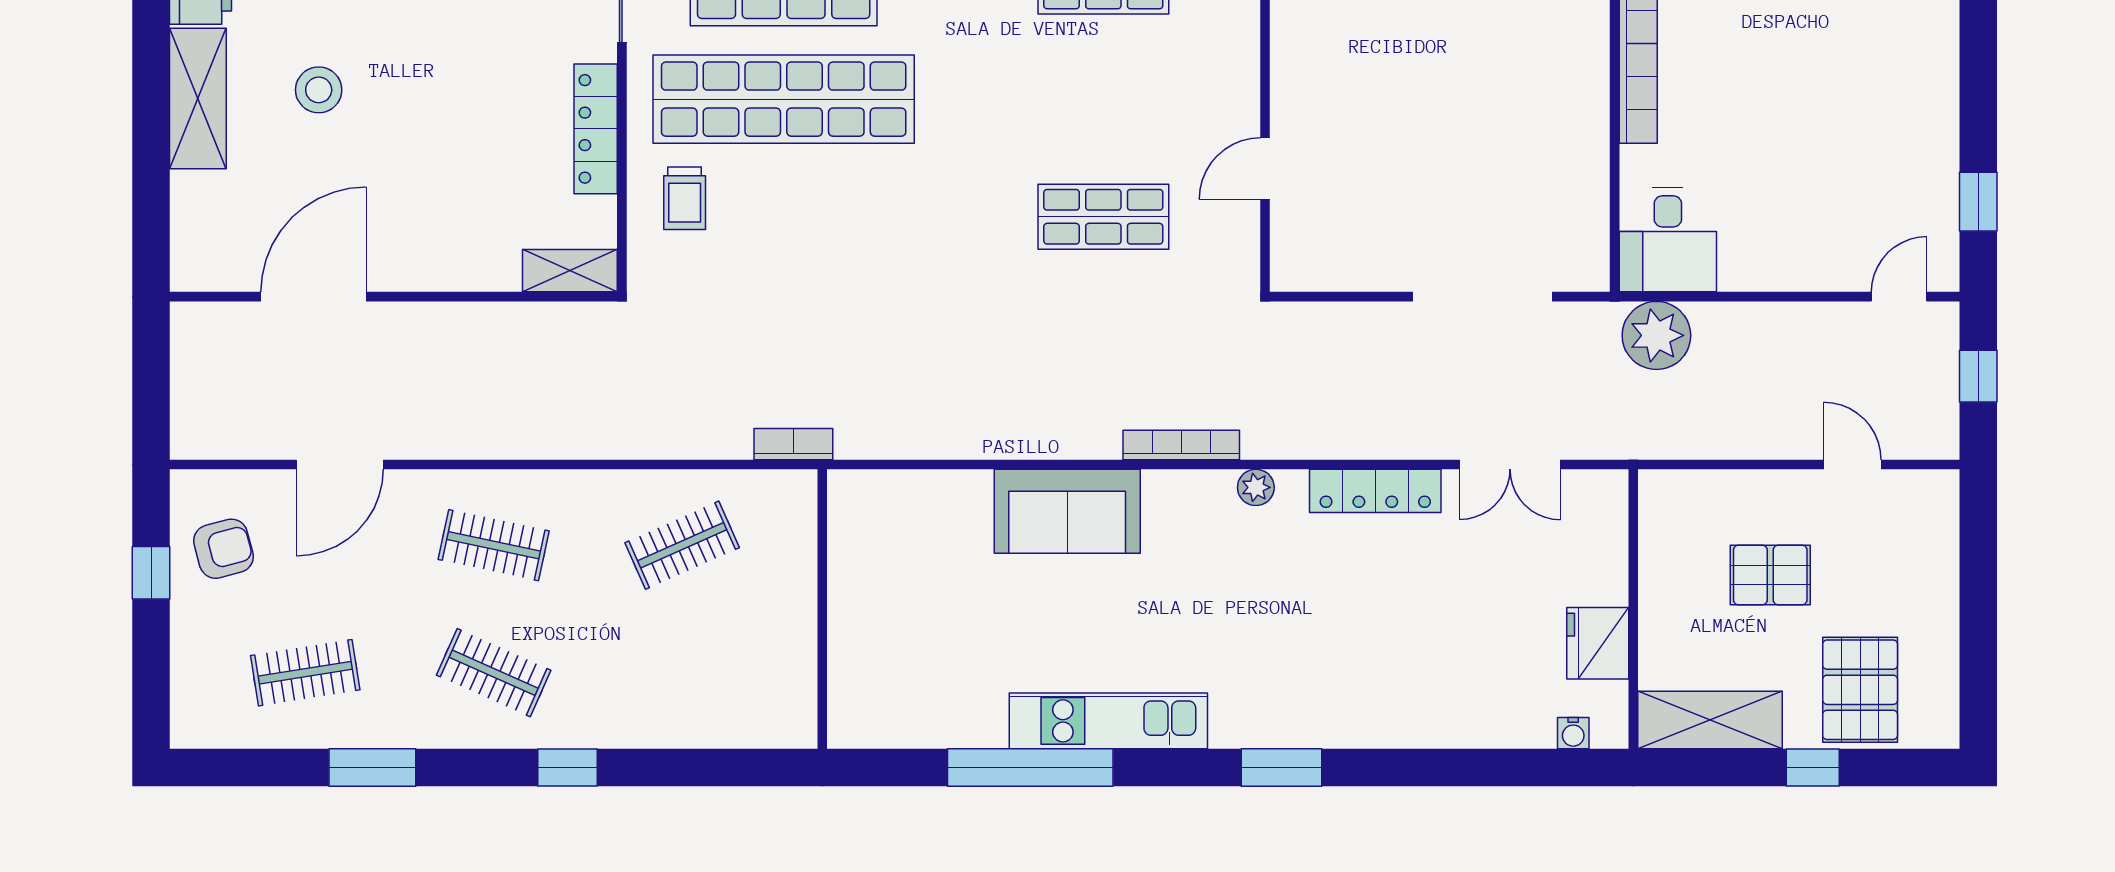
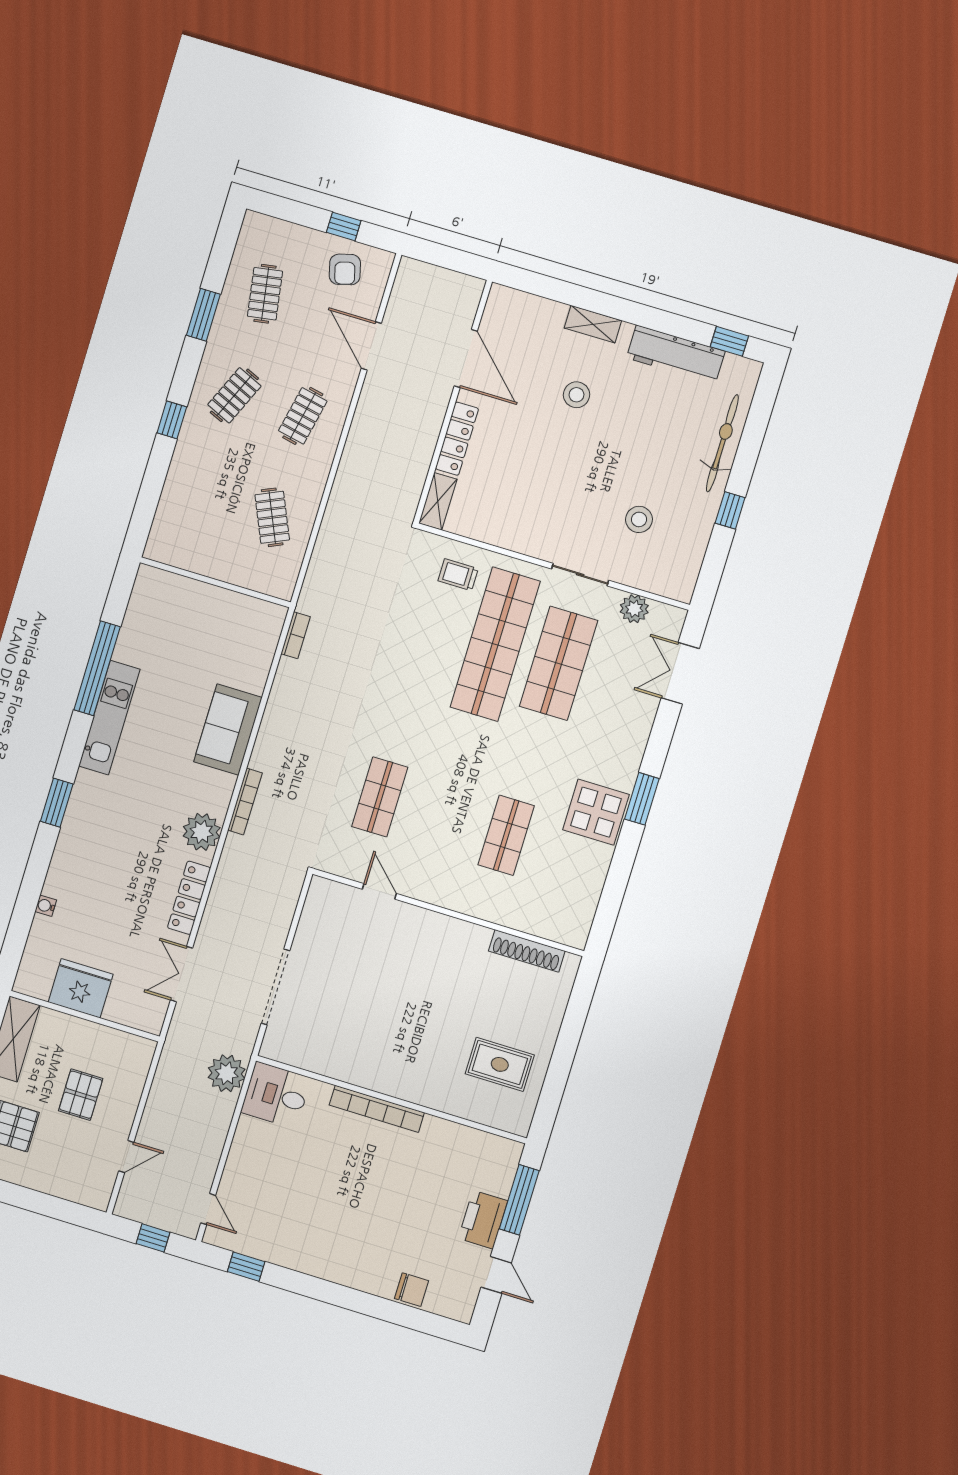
shelving: (198, 99) -> (593, 324), width x0.67, depth x0.75
locker: (596, 129) -> (457, 439), moved, turned 90
bookcase: (793, 444) -> (296, 635), moved
plant: (1256, 487) -> (202, 832), width x1.87, depth x1.87
fridge: (1598, 643) -> (81, 988), width x1.36, depth x1.34
water cooler: (1573, 733) -> (46, 906), moved

